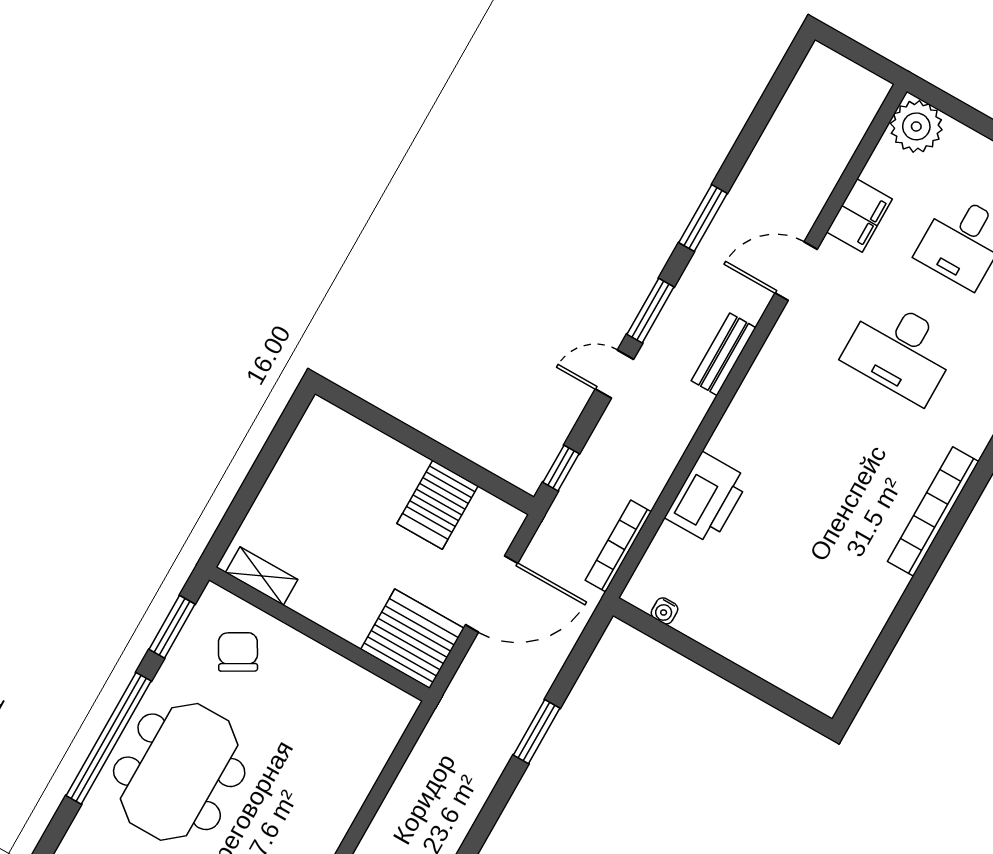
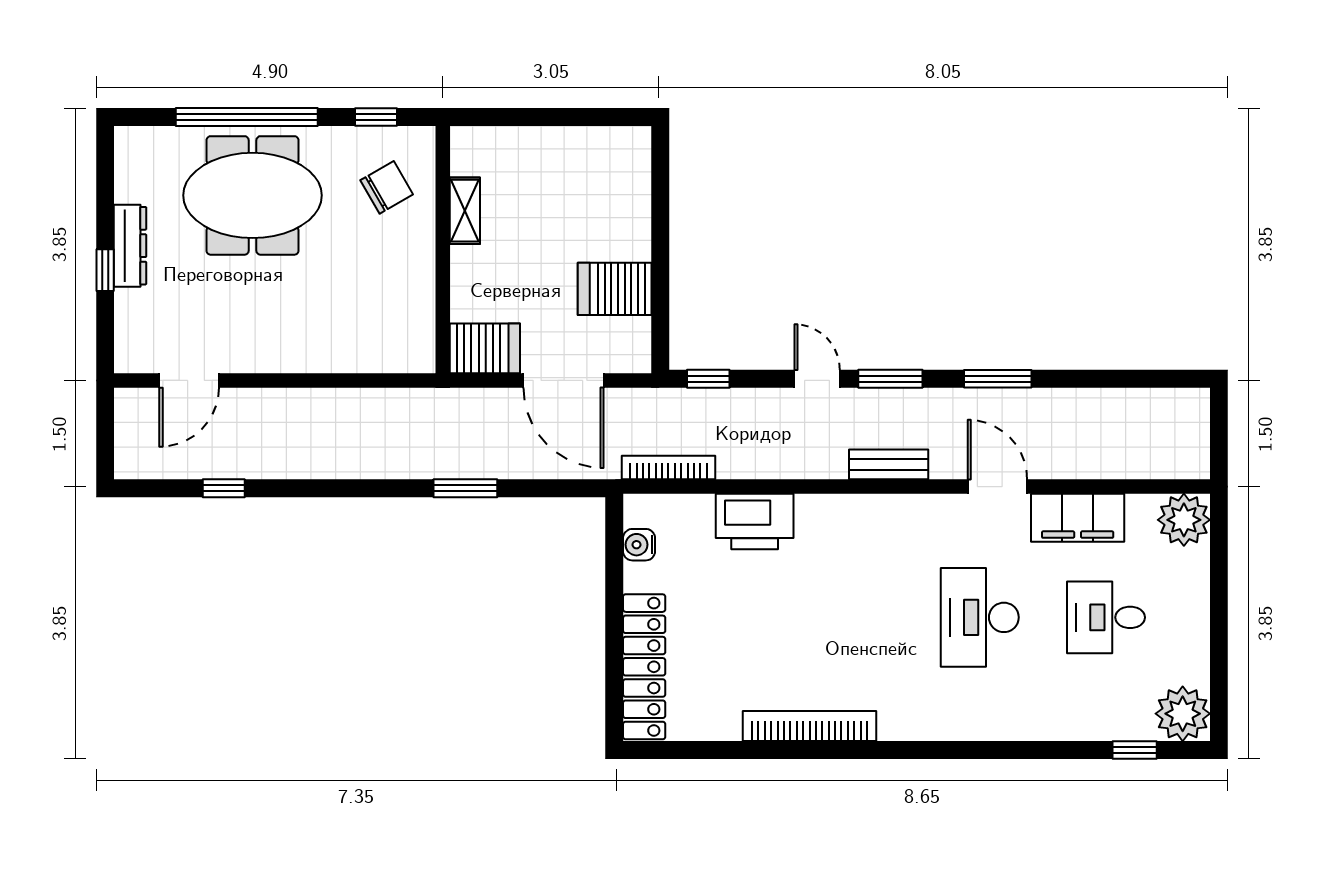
filing cabinet: (859, 216) -> (1078, 518), width x1.50, depth x1.17
bookcase: (933, 511) -> (810, 726), moved
shelving: (262, 576) -> (465, 211), moved
water cooler: (664, 611) -> (639, 545), width x1.38, depth x1.38
window: (172, 627) -> (376, 117), width x0.67
server rack: (412, 639) -> (485, 348), width x0.63
locker: (778, 665) -> (644, 667), added

